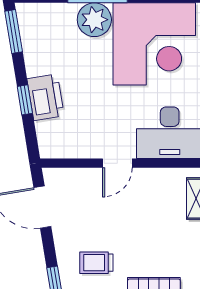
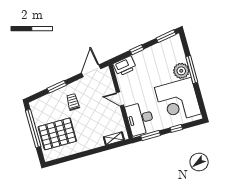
printer: (46, 97) -> (125, 66), moved

